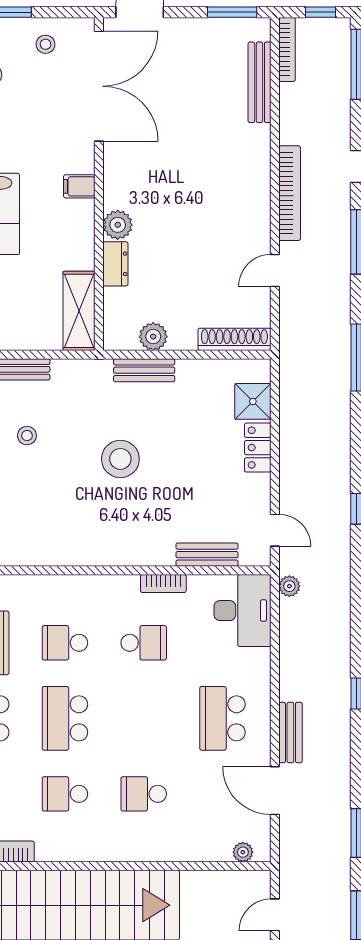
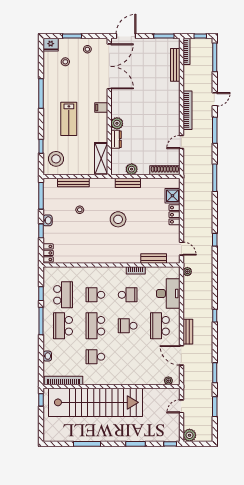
desk: (242, 611) -> (168, 293), moved
school desk: (144, 794) -> (128, 326), moved

